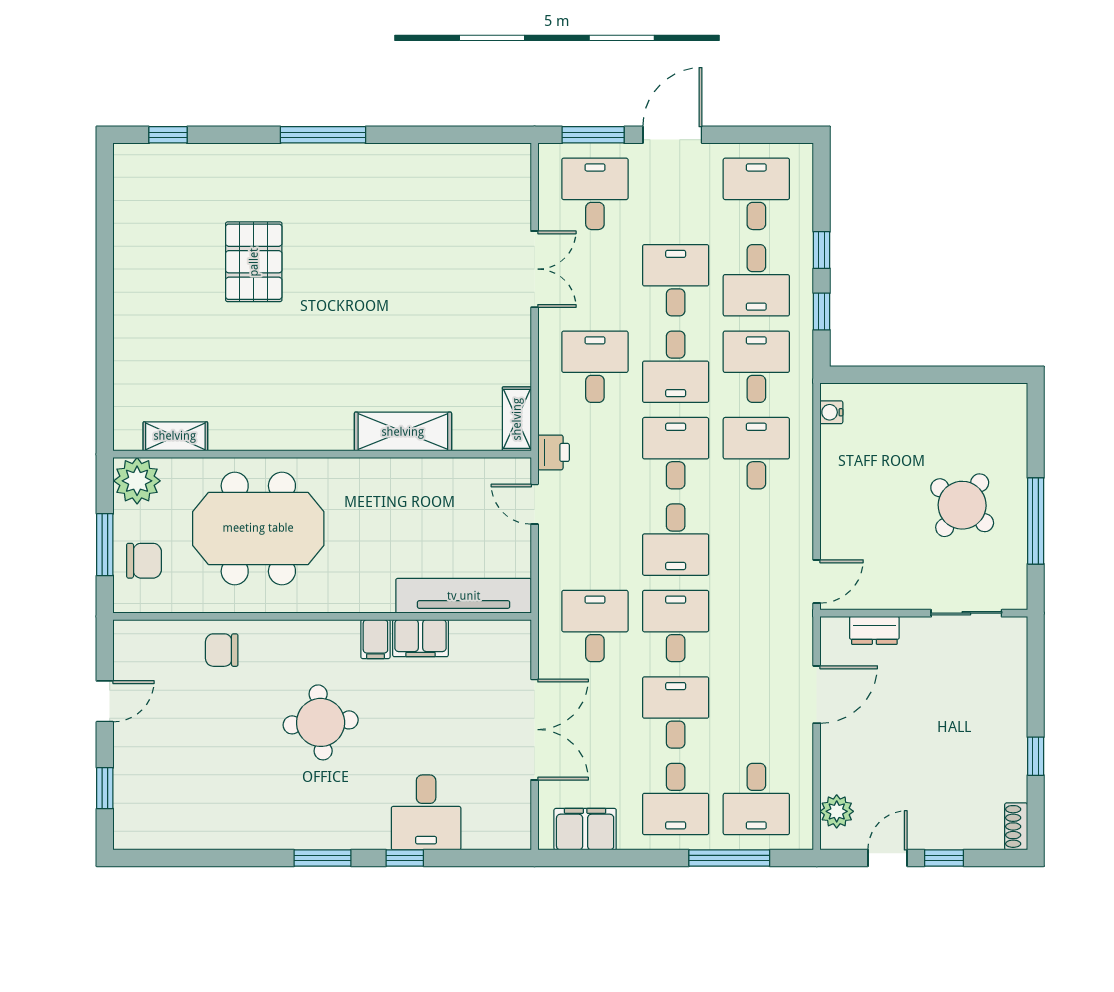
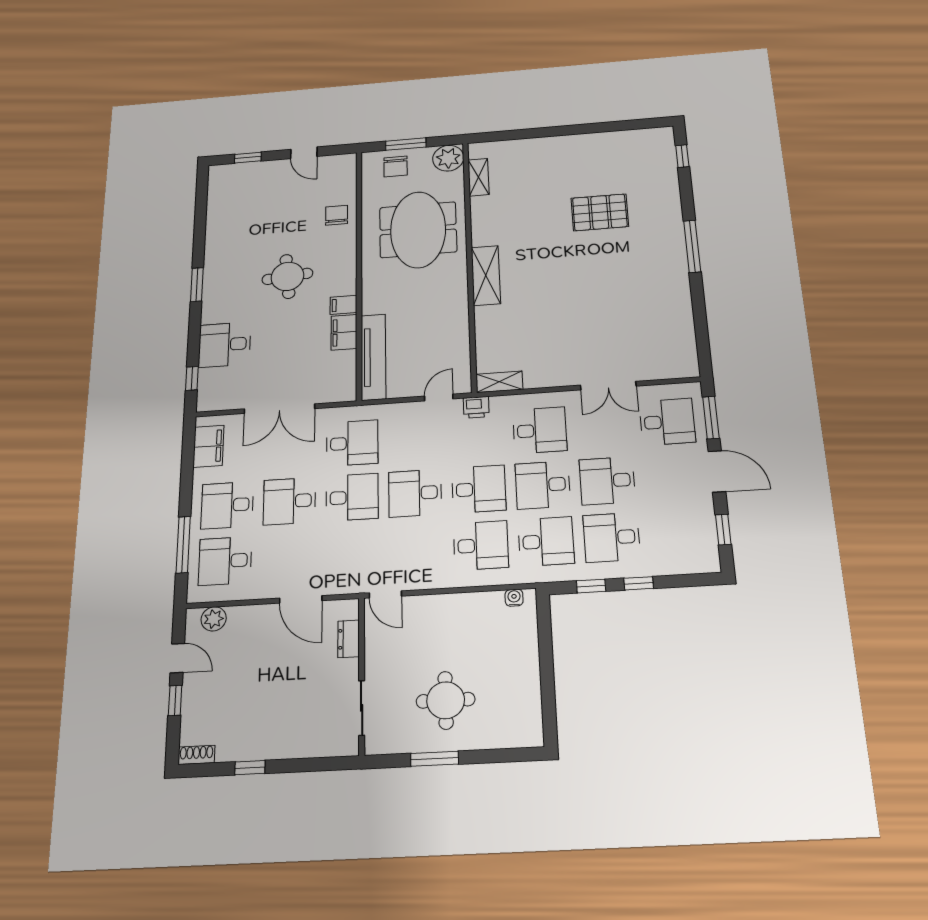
window: (755, 135) -> (723, 529), added
desk: (756, 194) -> (678, 533), removed
desk: (676, 280) -> (607, 481), turned 180
shelving: (403, 432) -> (486, 275), moved
round table: (962, 505) -> (446, 700), turned -38
window: (1036, 521) -> (435, 759), width x0.69
desk: (676, 713) -> (289, 501), turned 180
window: (405, 858) -> (192, 378), moved

